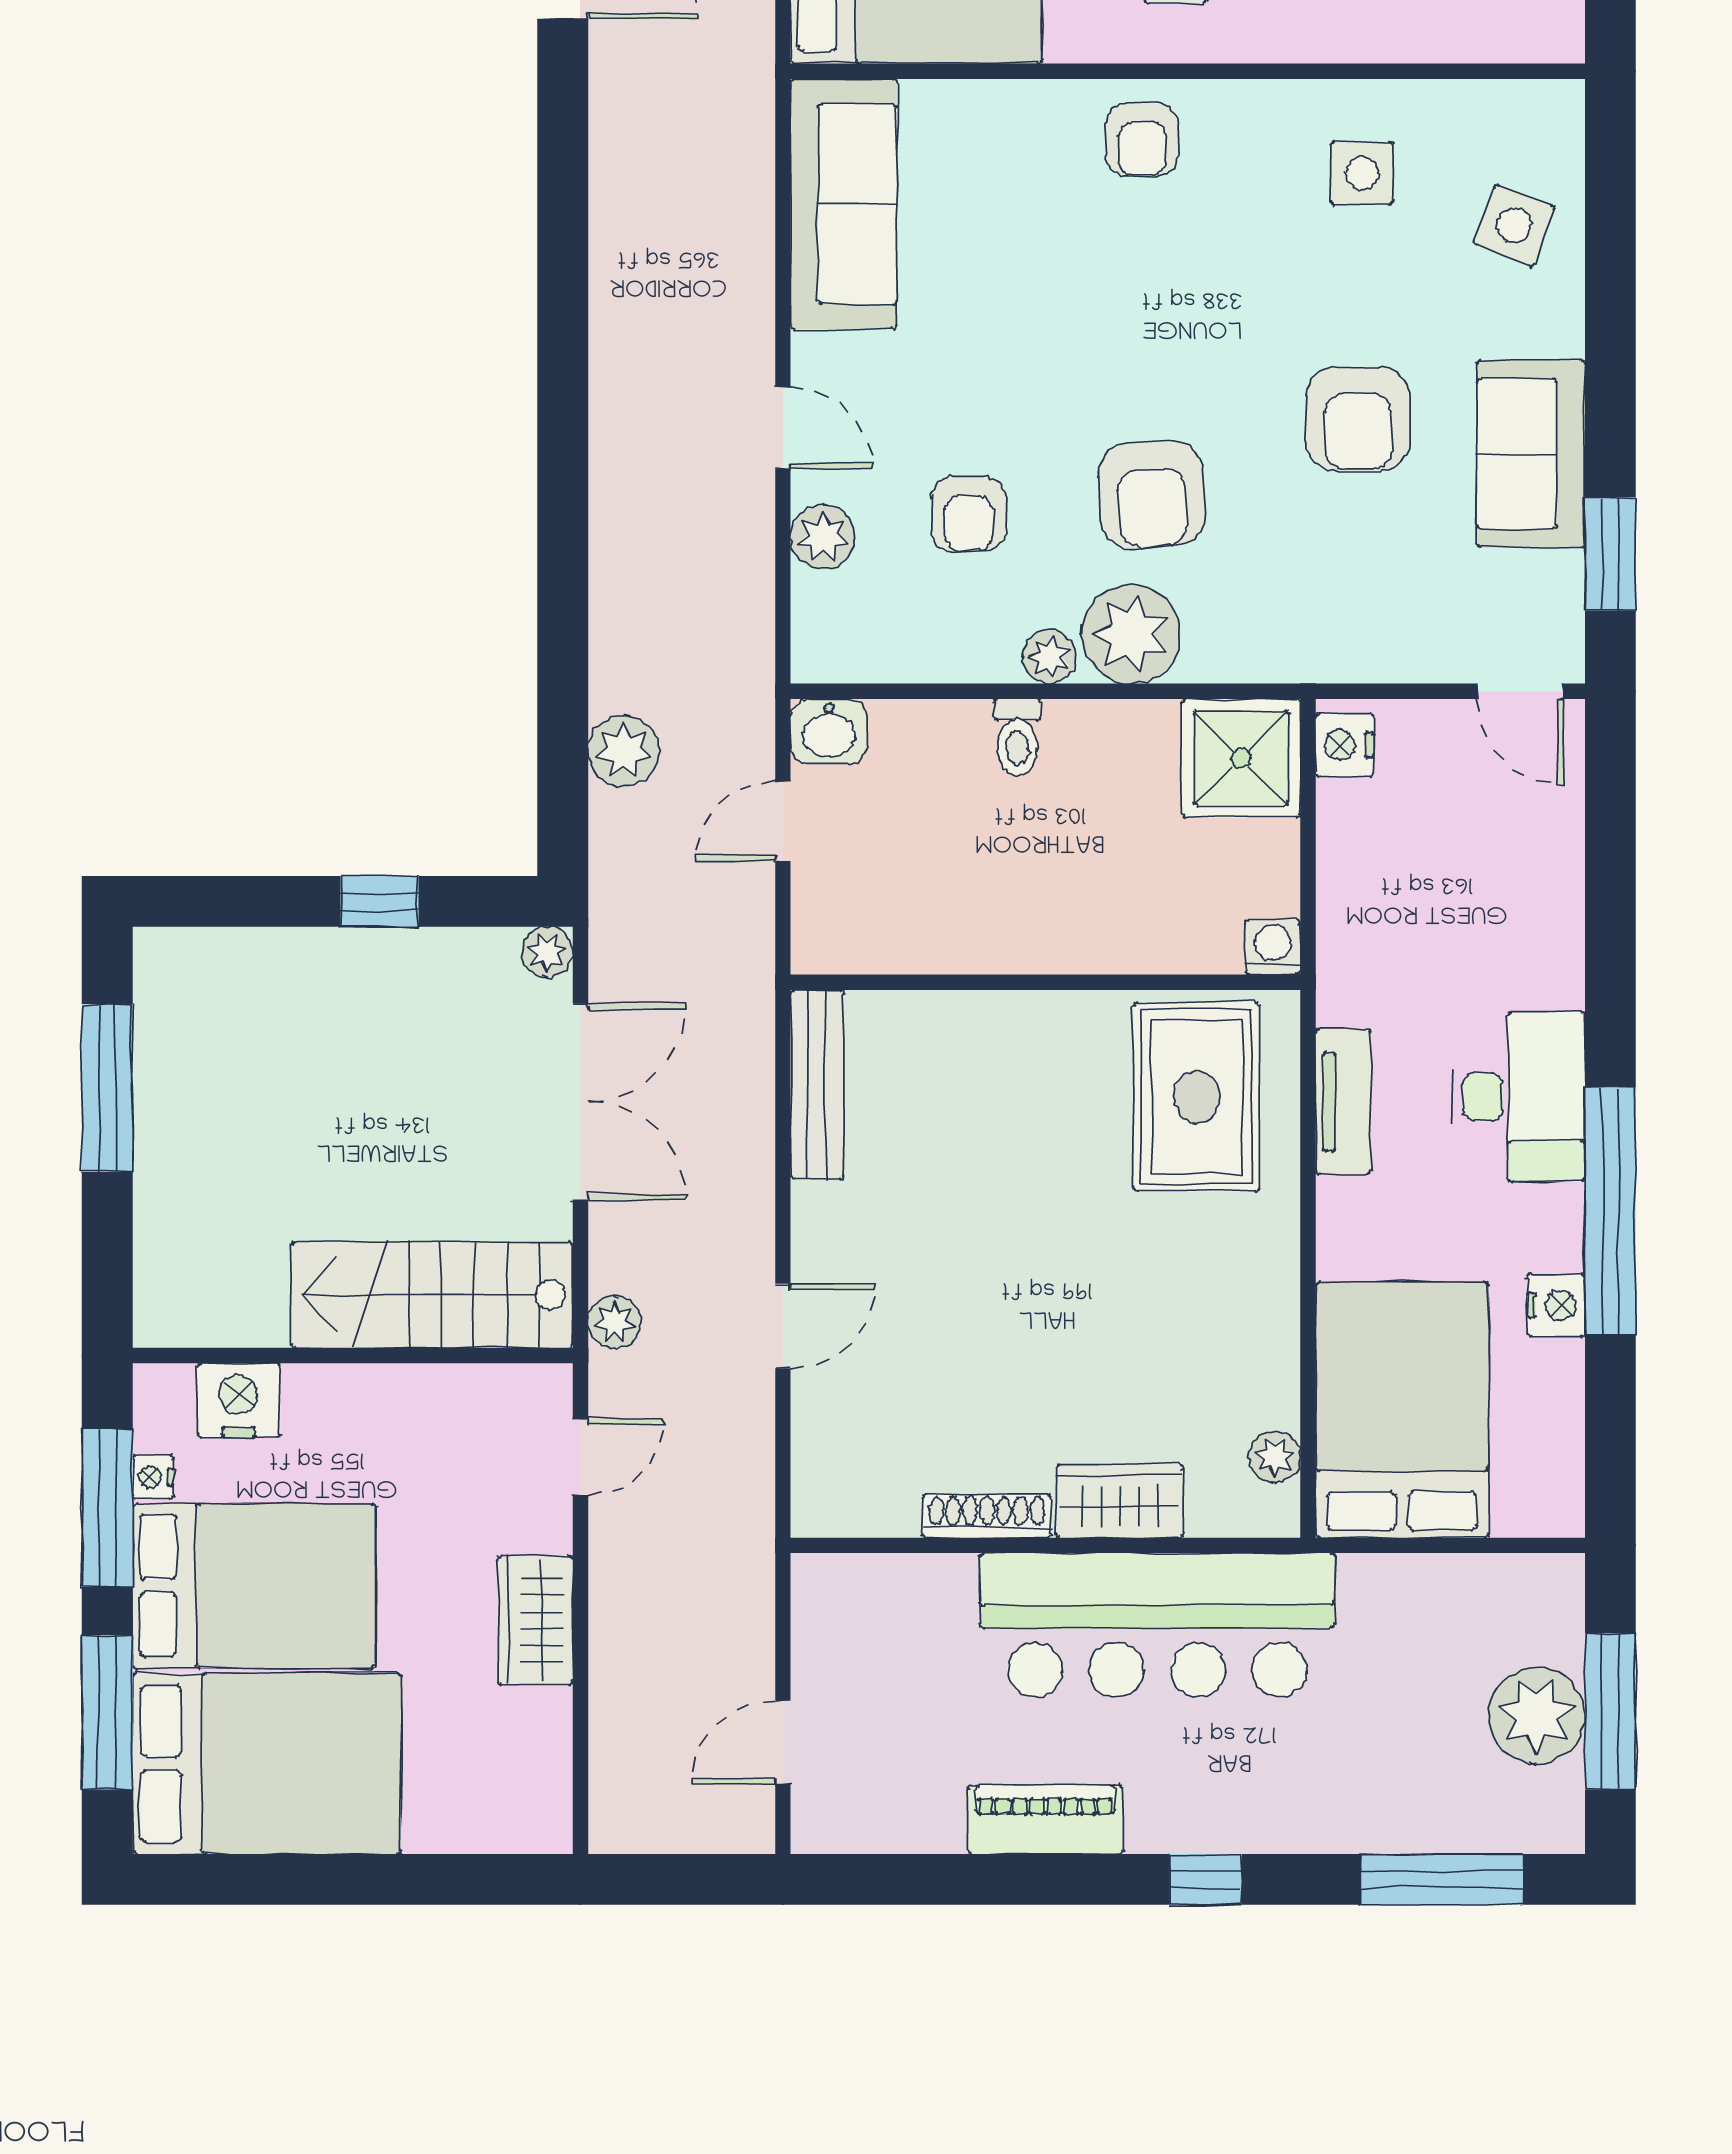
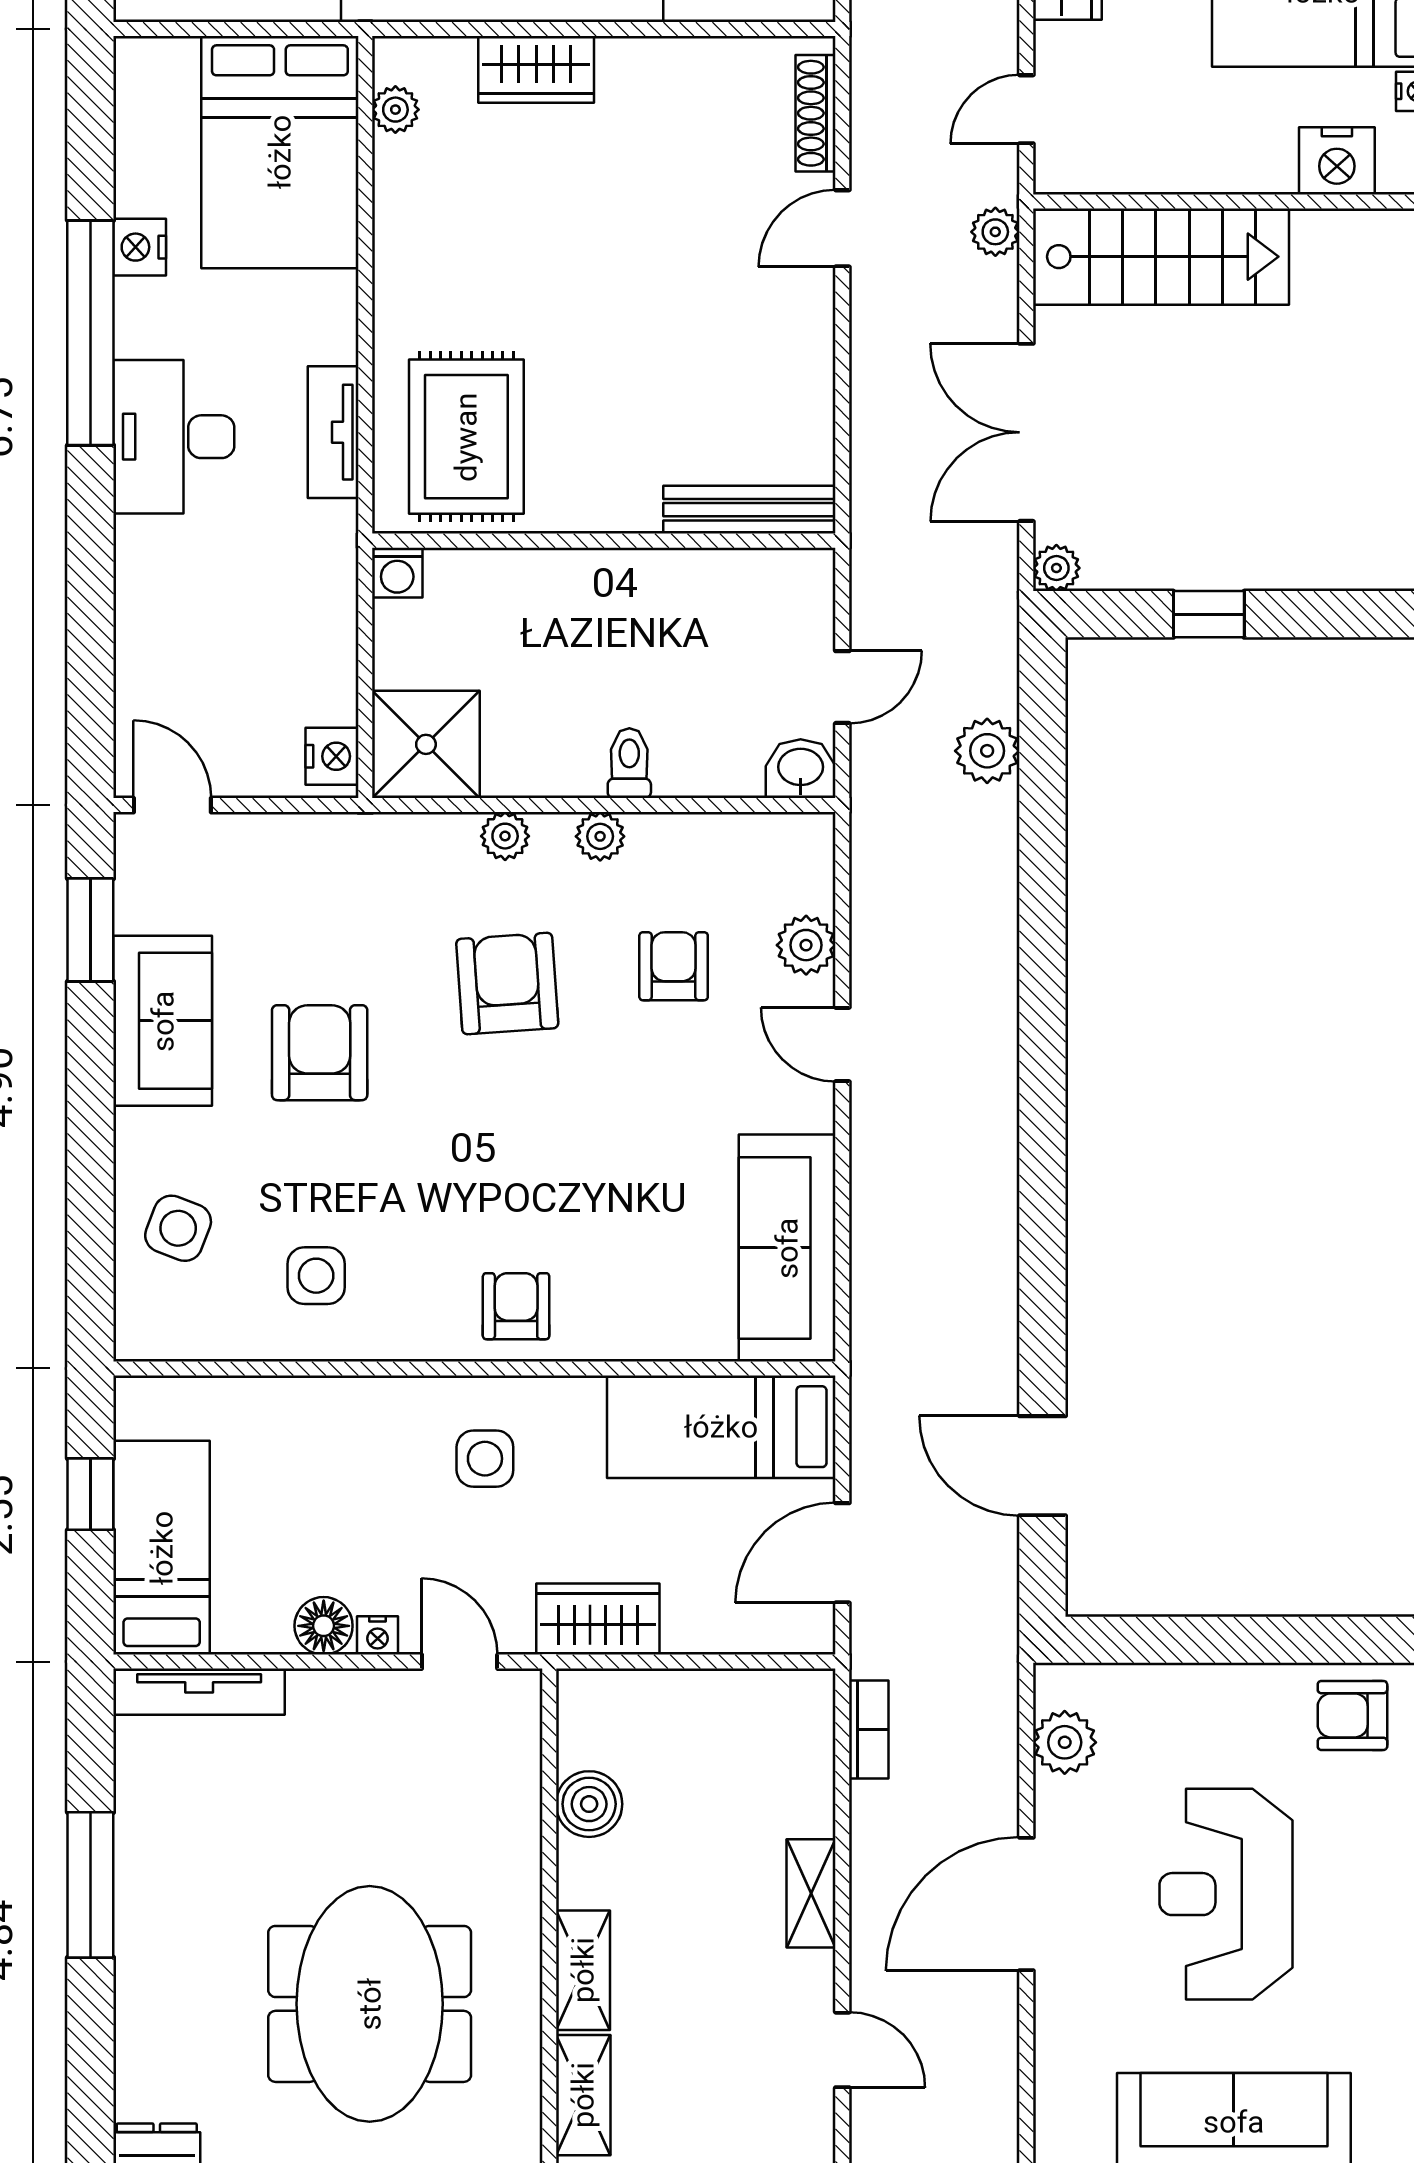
plant: (1131, 634) -> (505, 836), width x0.53, depth x0.53
bench: (817, 1085) -> (749, 510), moved, turned 90
shoe rack: (987, 1516) -> (816, 113), moved, turned 90

